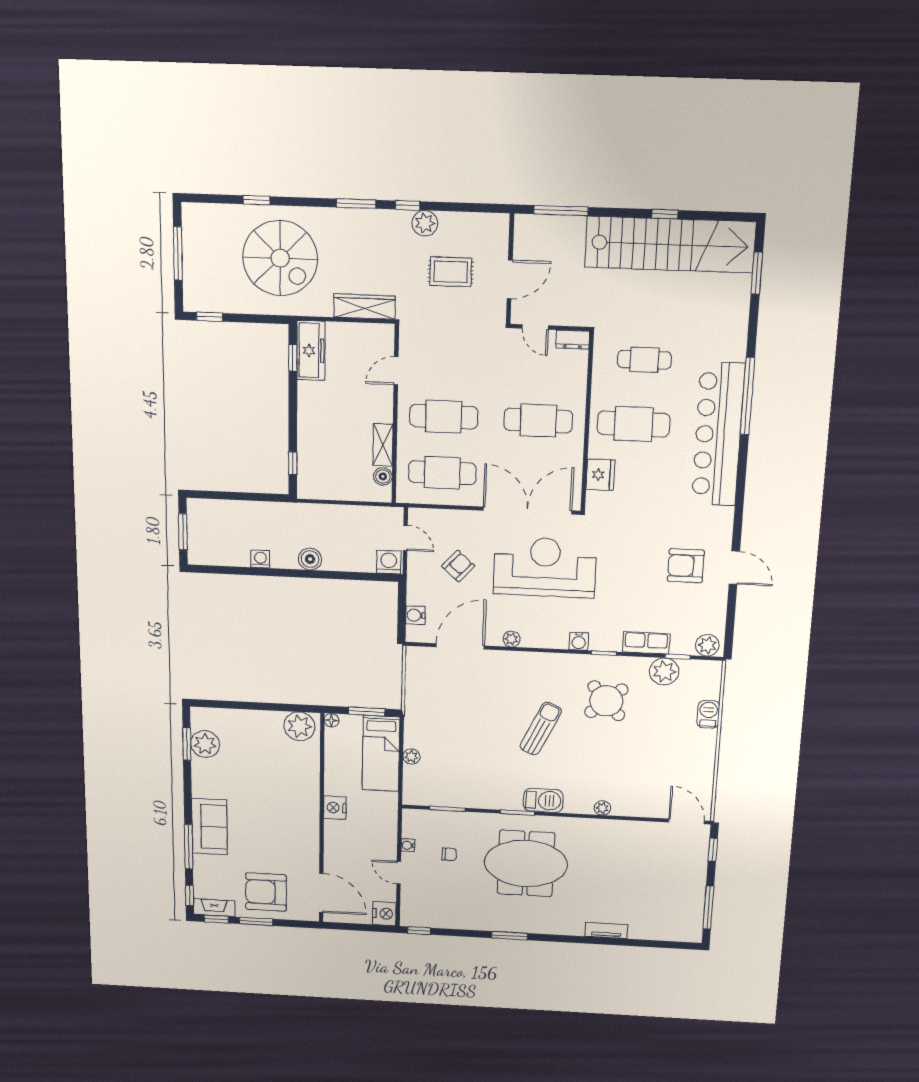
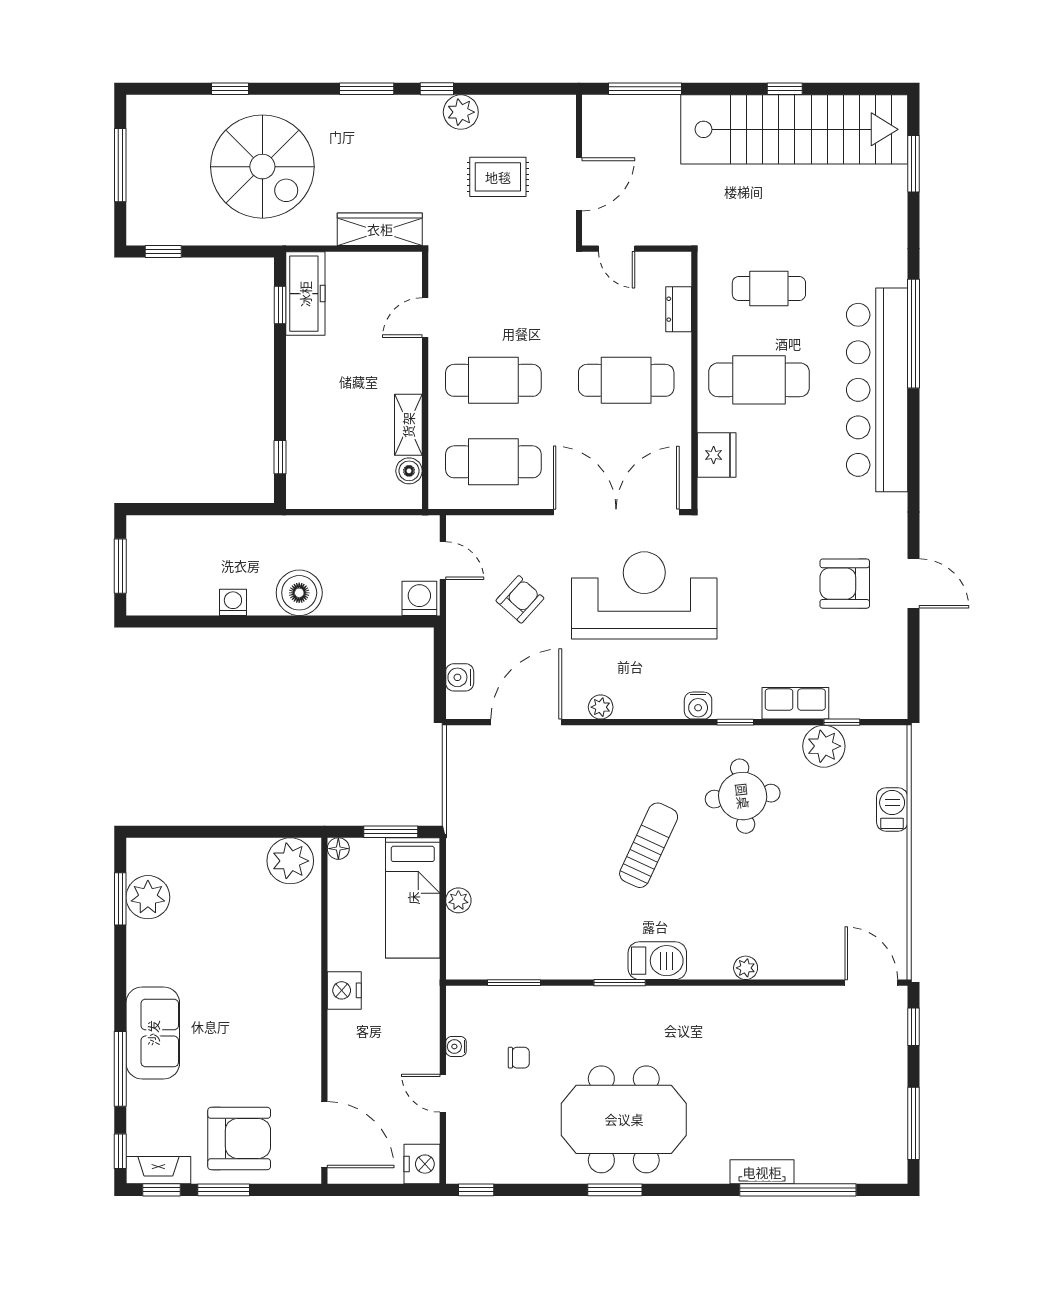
dresser: (573, 340) -> (679, 309), moved, turned 90
boiler: (310, 559) -> (299, 593), width x1.37, depth x1.37
plant: (707, 645) -> (883, 703), removed
round table: (606, 701) -> (743, 796), turned 35
meeting table: (526, 863) -> (624, 1119), moved
armchair: (266, 892) -> (239, 1138), turned 180
window: (629, 942) -> (798, 1190), added

